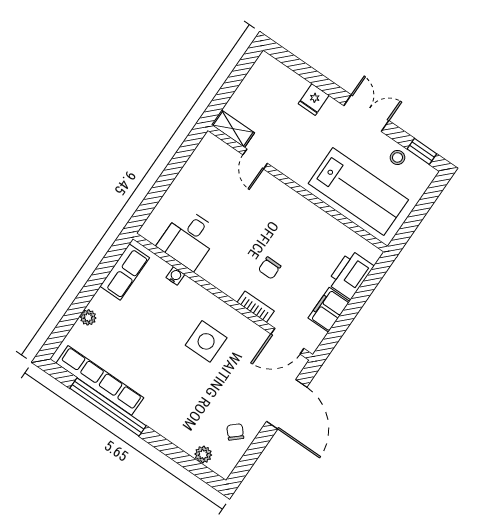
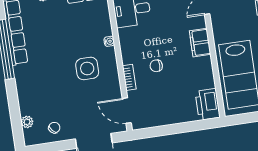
printer: (350, 275) -> (208, 104), moved, turned -90
water cooler: (175, 276) -> (109, 41), moved
filing cabinet: (329, 310) -> (200, 43), moved, turned -90

